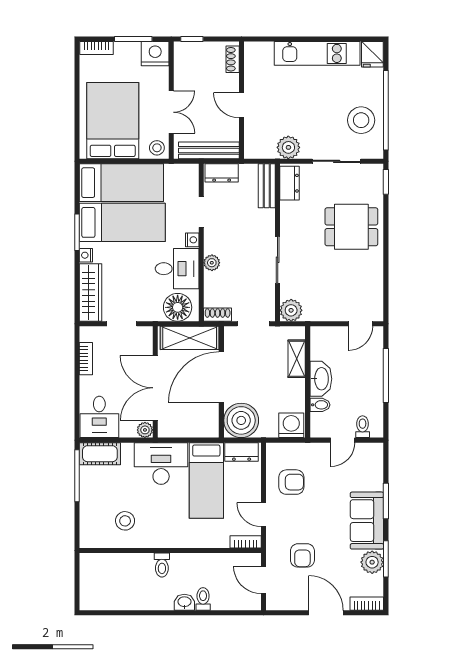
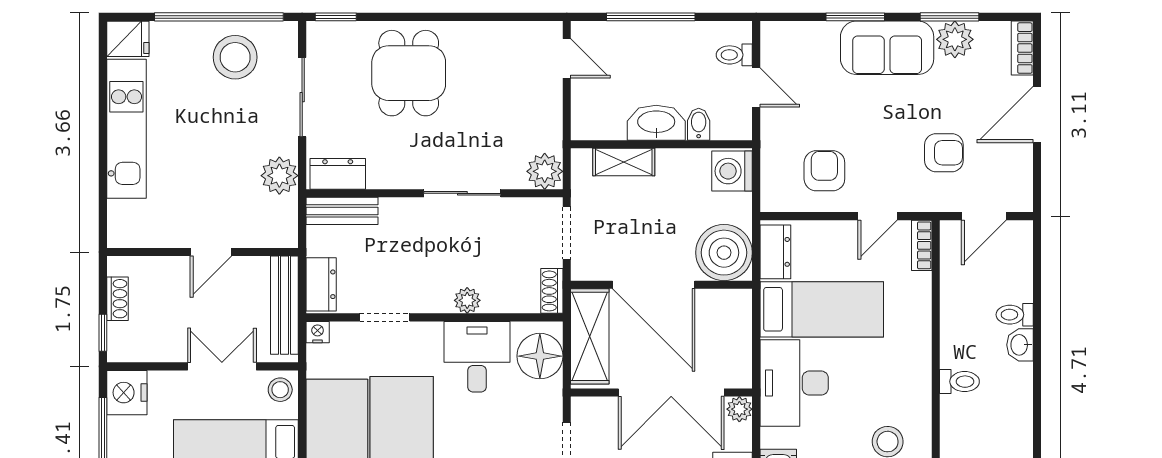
shoe rack: (233, 59) -> (117, 299), moved, turned -90
nightstand: (192, 240) -> (318, 332), moved

